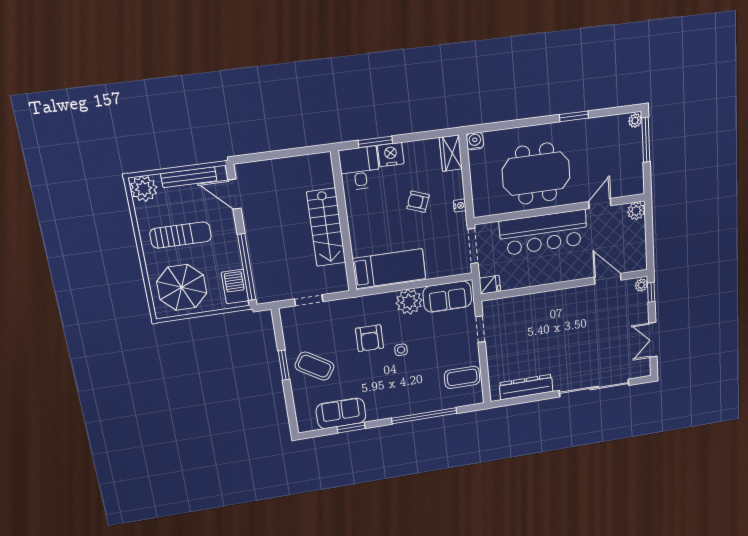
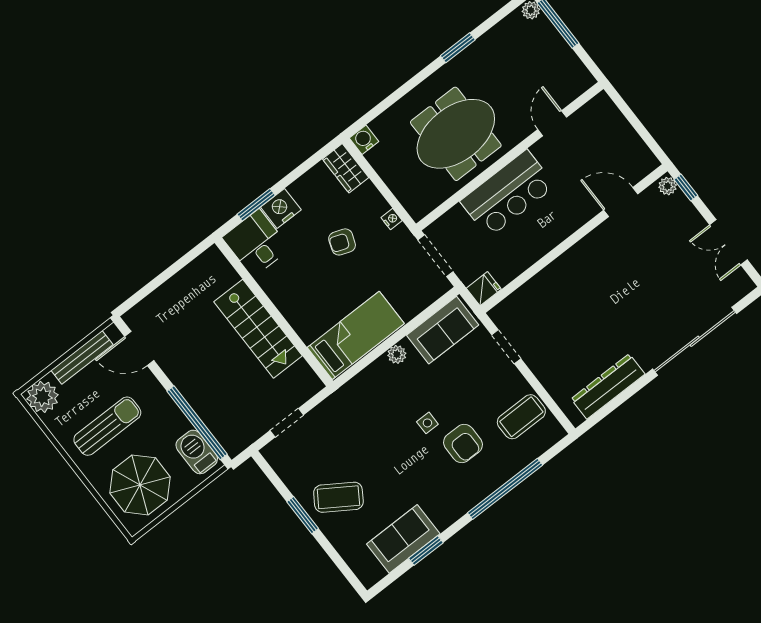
plant: (636, 211) -> (601, 106), removed
bar counter: (543, 233) -> (508, 194), width x0.73
plant: (409, 302) -> (397, 354), width x0.53, depth x0.53
armchair: (370, 338) -> (463, 444), moved

